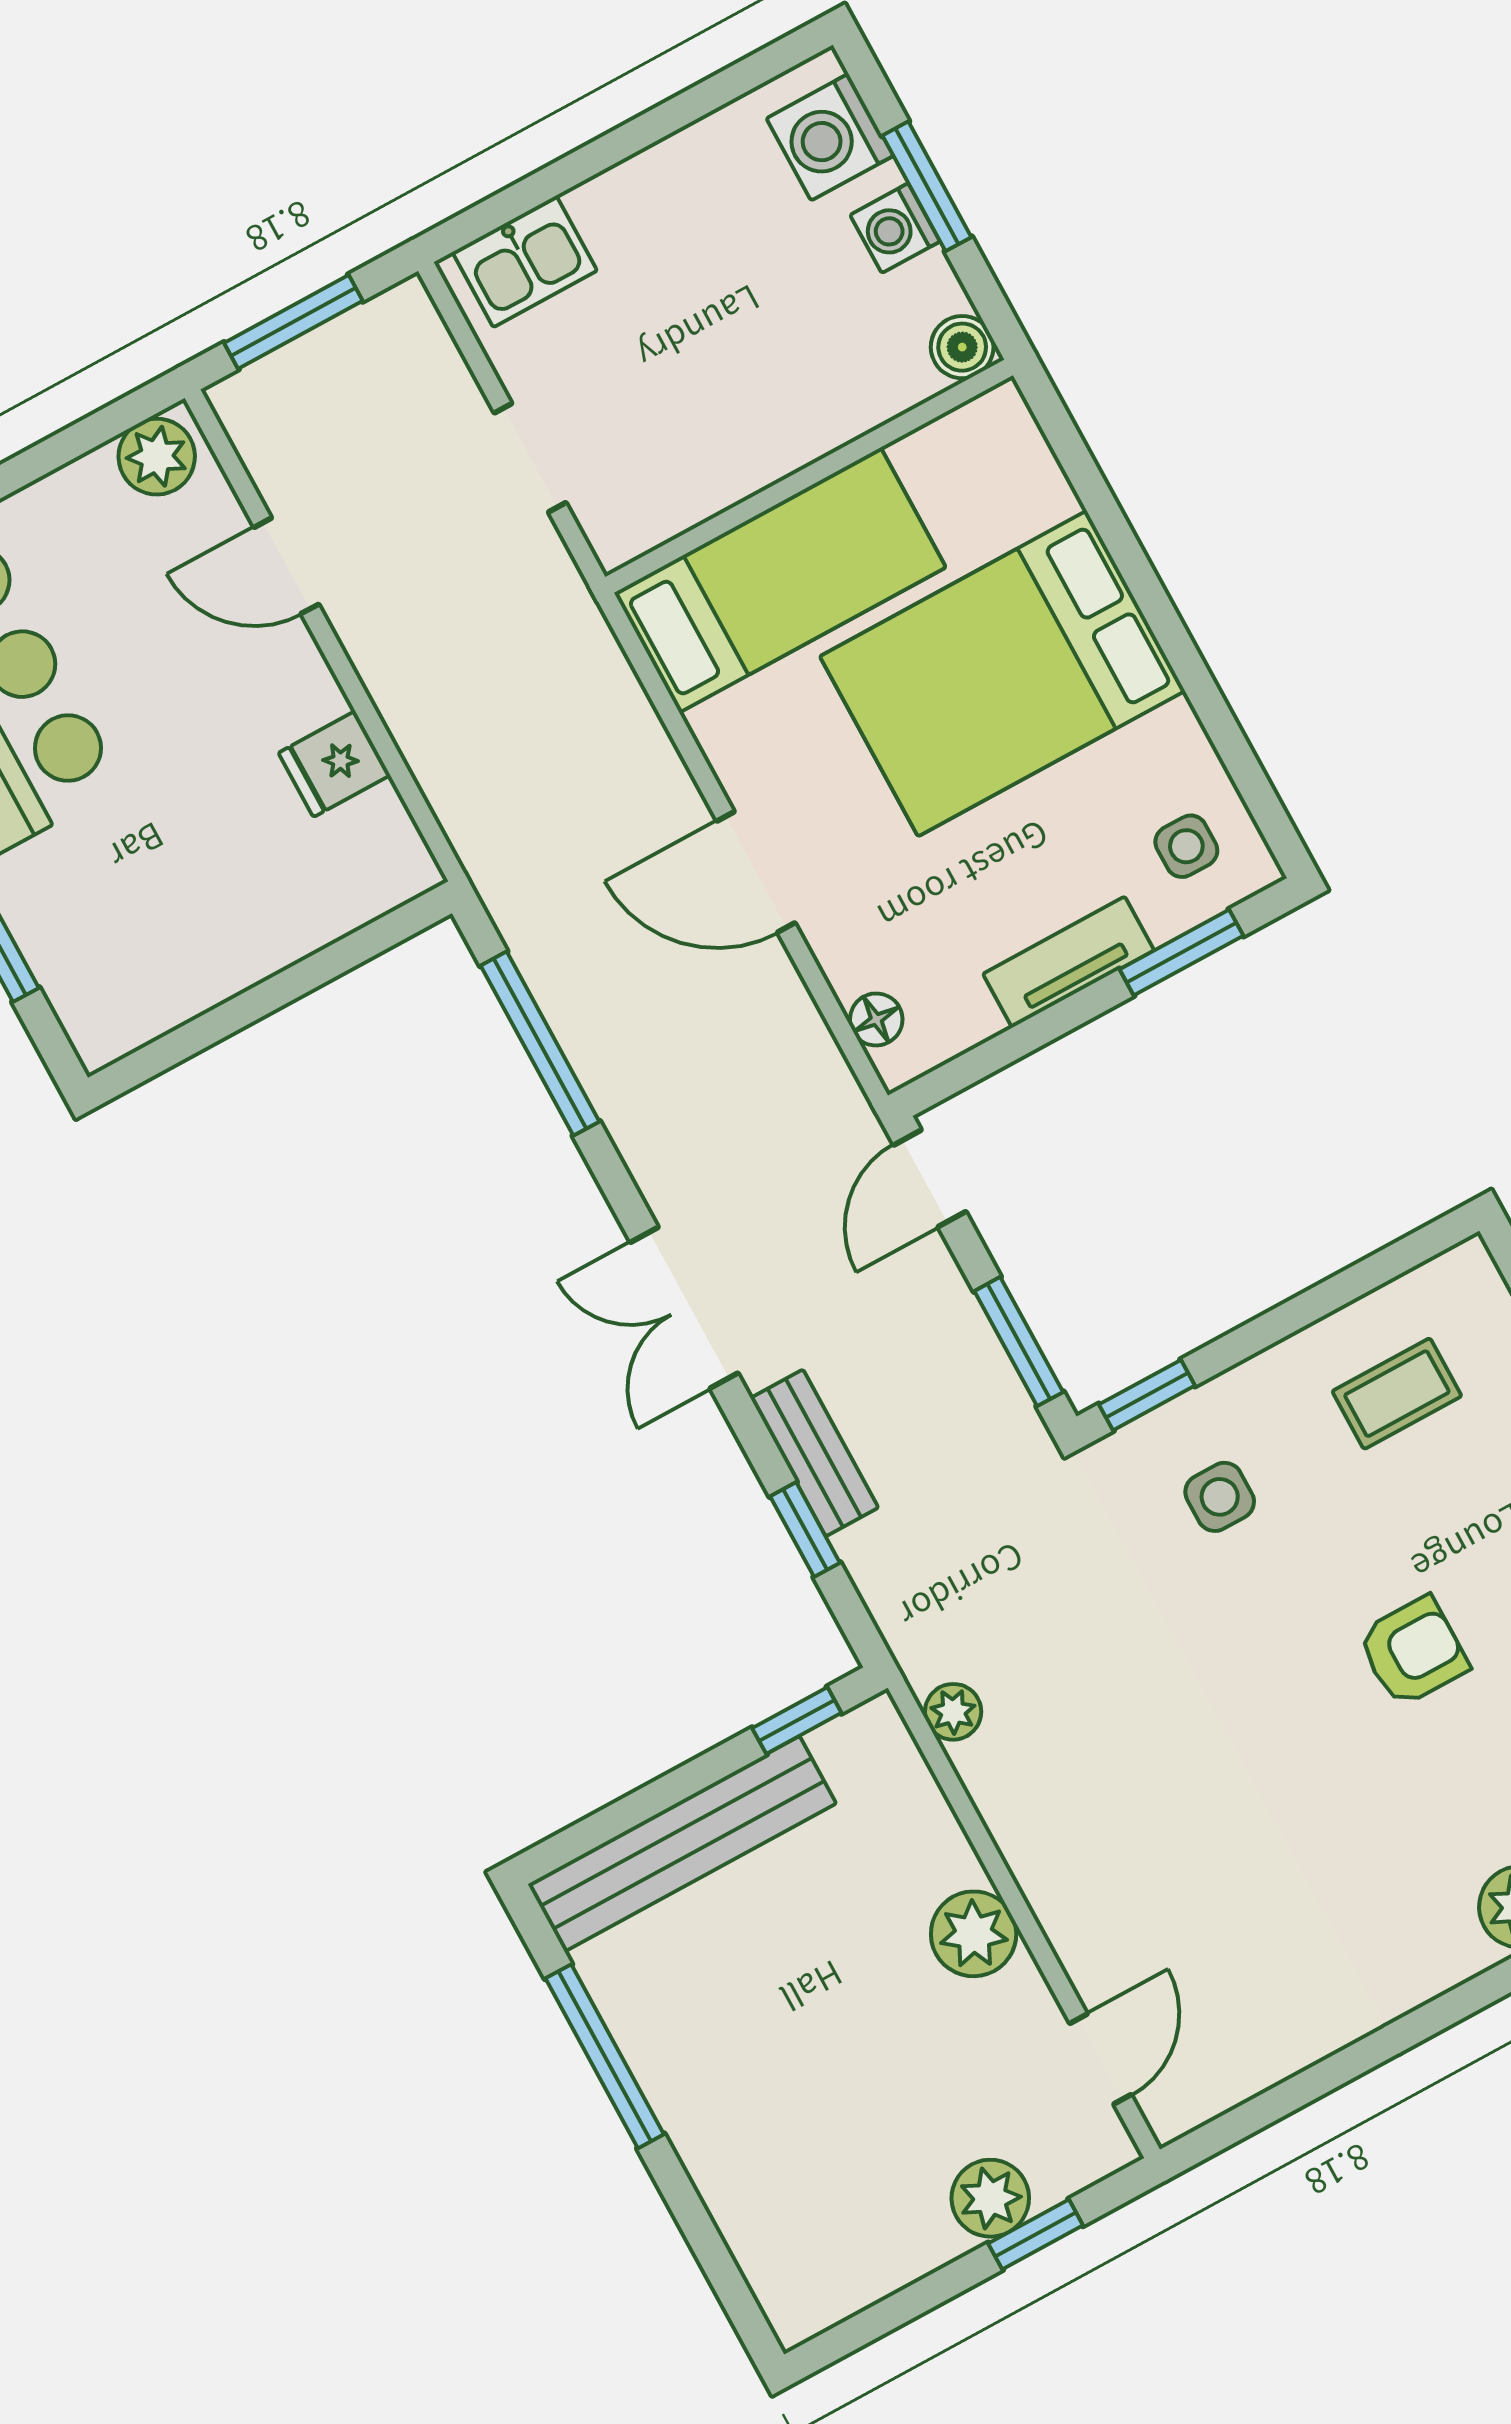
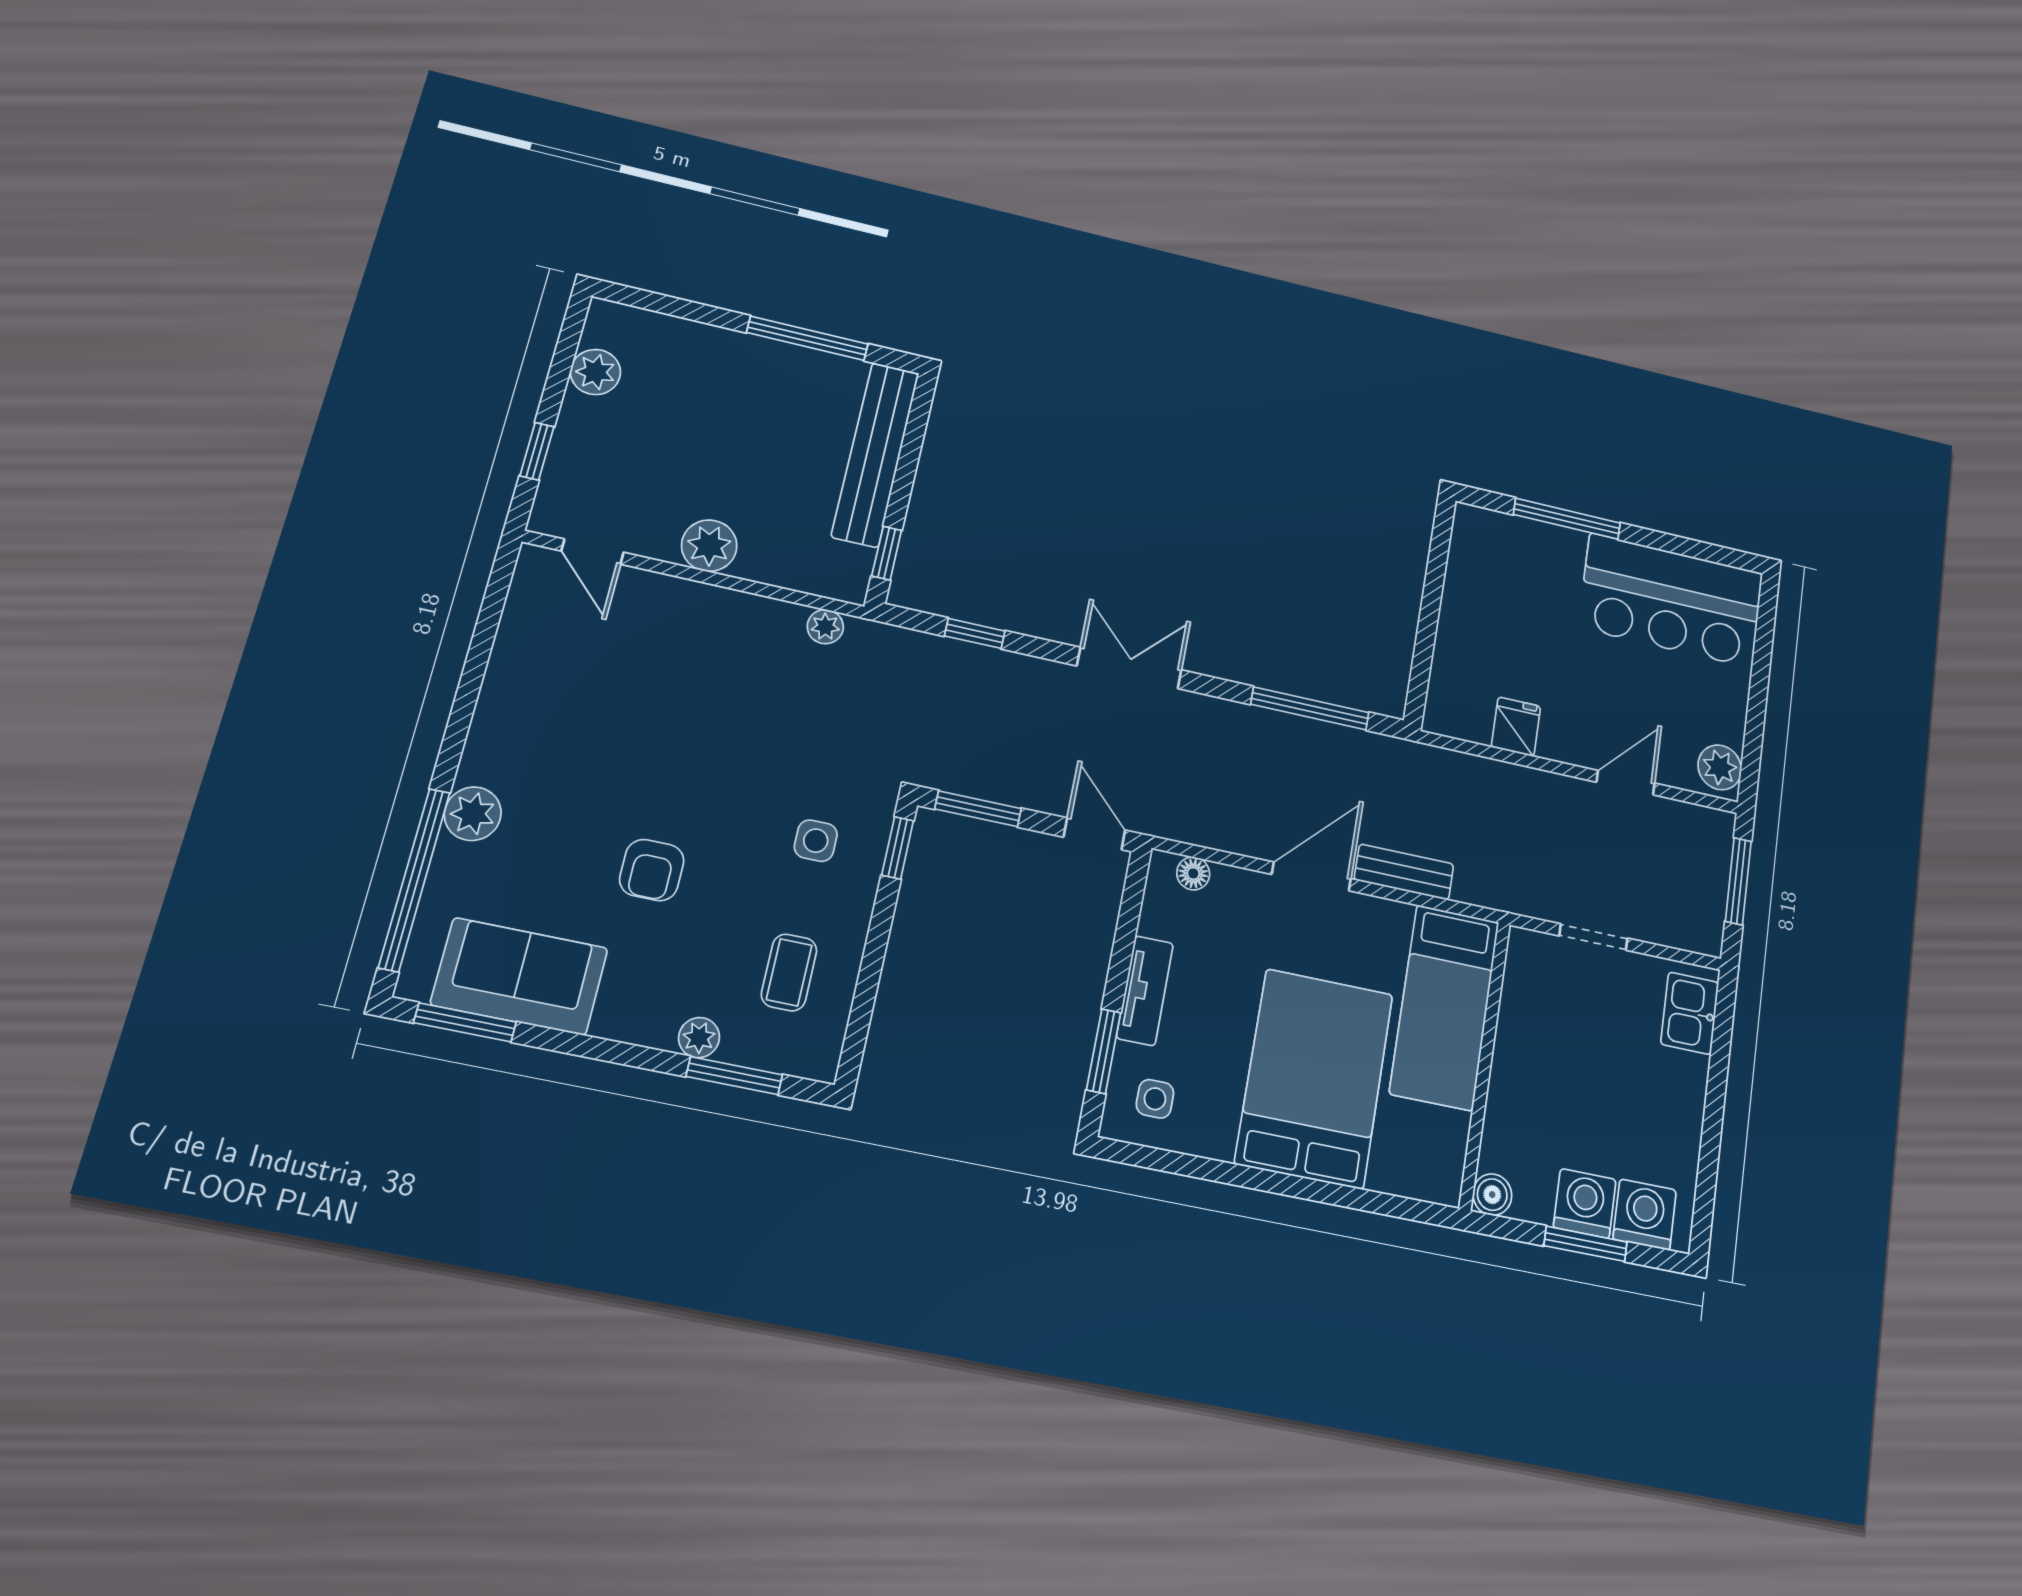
washing machine: (895, 228) -> (1585, 1203), width x1.38, depth x1.38
bench: (814, 1453) -> (1404, 872), moved
plant: (990, 2198) -> (595, 372), moved

